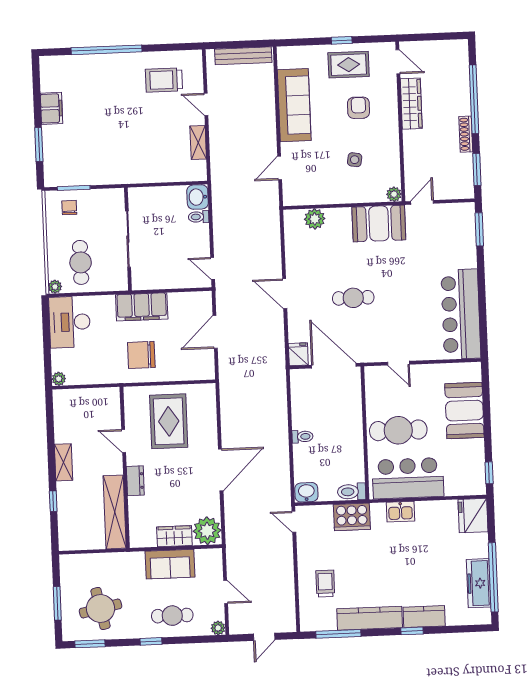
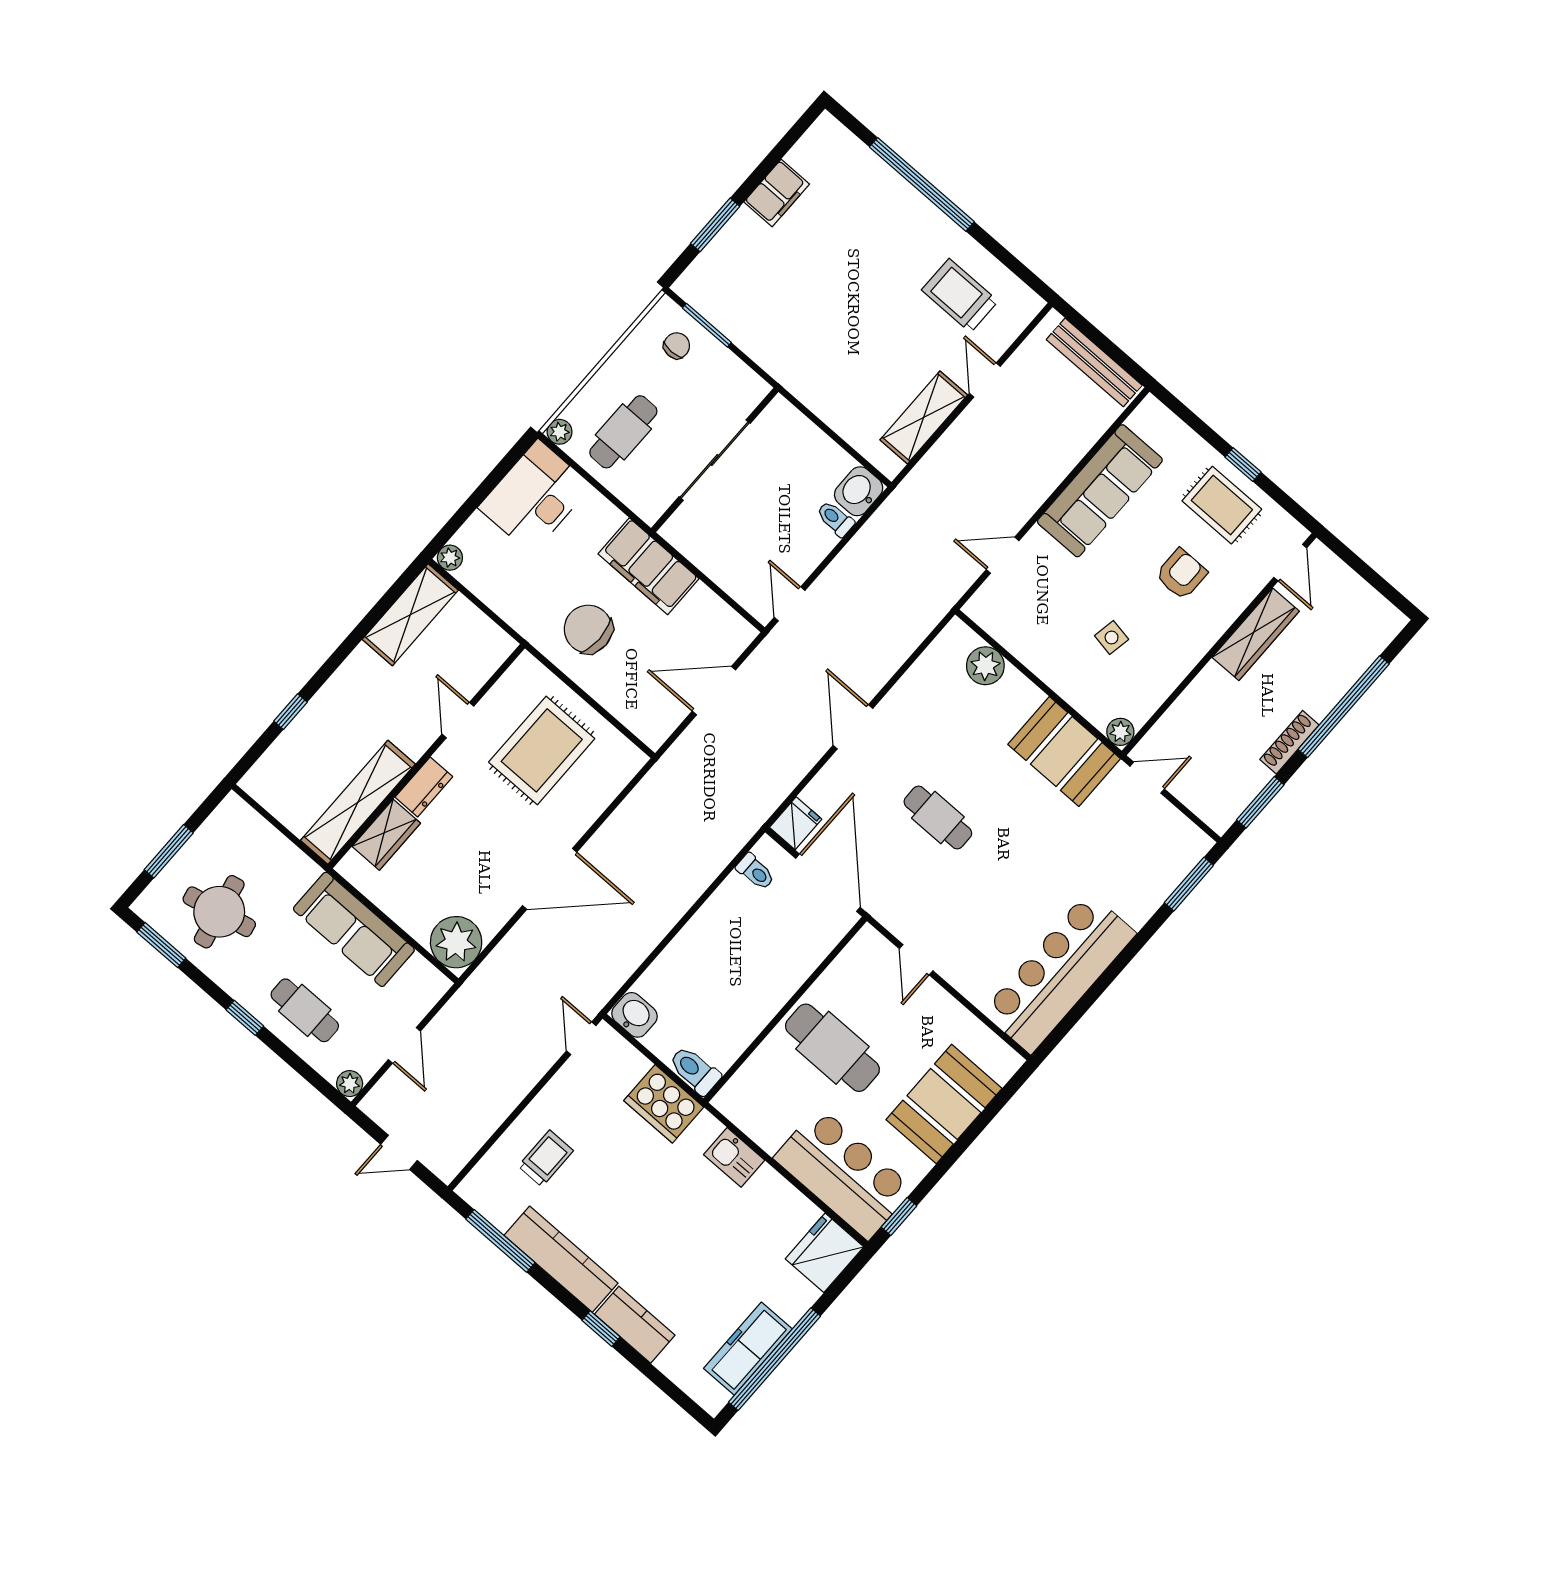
shelving: (198, 143) -> (924, 417), width x1.50, depth x1.33
toilet: (302, 437) -> (755, 872), moved
shelving: (63, 462) -> (410, 615), moved, width x1.50, depth x1.33
bar counter: (408, 478) -> (843, 1173), moved
wardrobe: (174, 536) -> (386, 835), moved, turned 90
sofa: (170, 564) -> (354, 929), width x1.36

